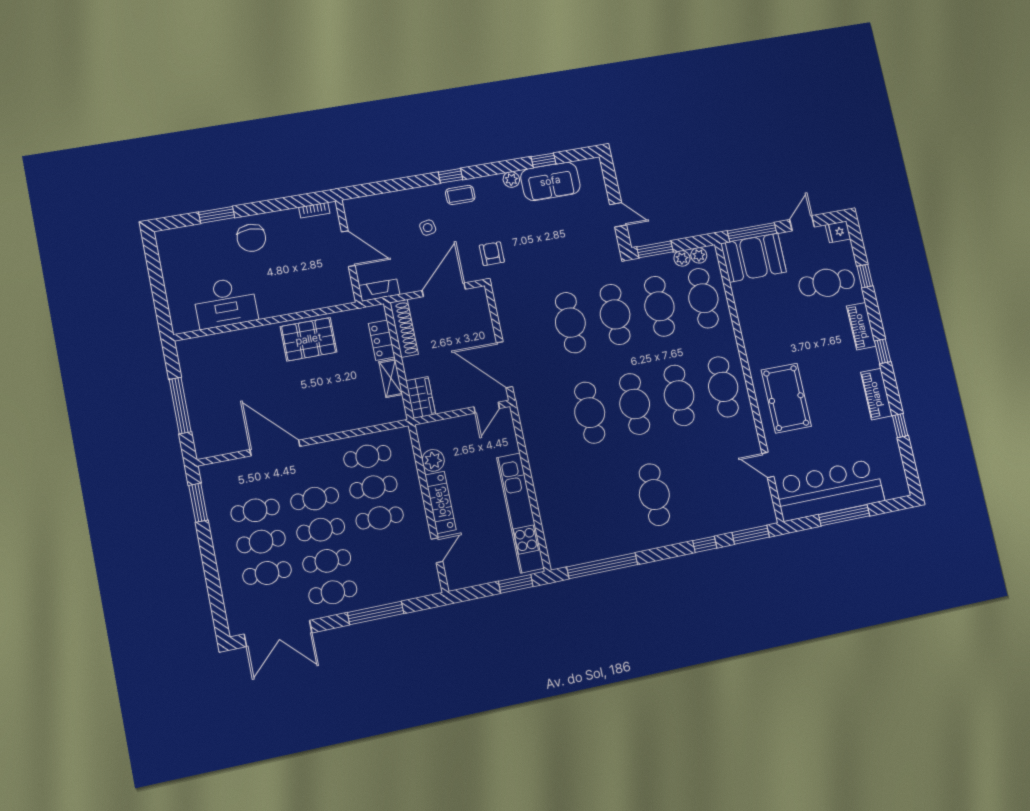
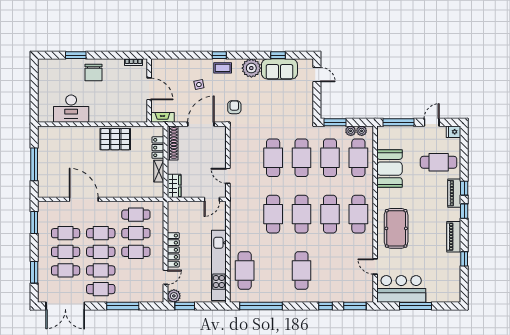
plant: (511, 179) -> (251, 68), width x1.87, depth x1.87
door: (618, 215) -> (317, 75), moved
booth: (754, 258) -> (390, 169), moved, turned 90
window: (865, 276) -> (464, 188), moved
door: (505, 365) -> (228, 176), width x0.53
plant: (433, 460) -> (174, 296), moved
bar counter: (829, 490) -> (401, 289), width x0.73
cafe table: (564, 513) -> (245, 270), added
window: (516, 584) -> (185, 306), moved
window: (214, 587) -> (34, 272), added

